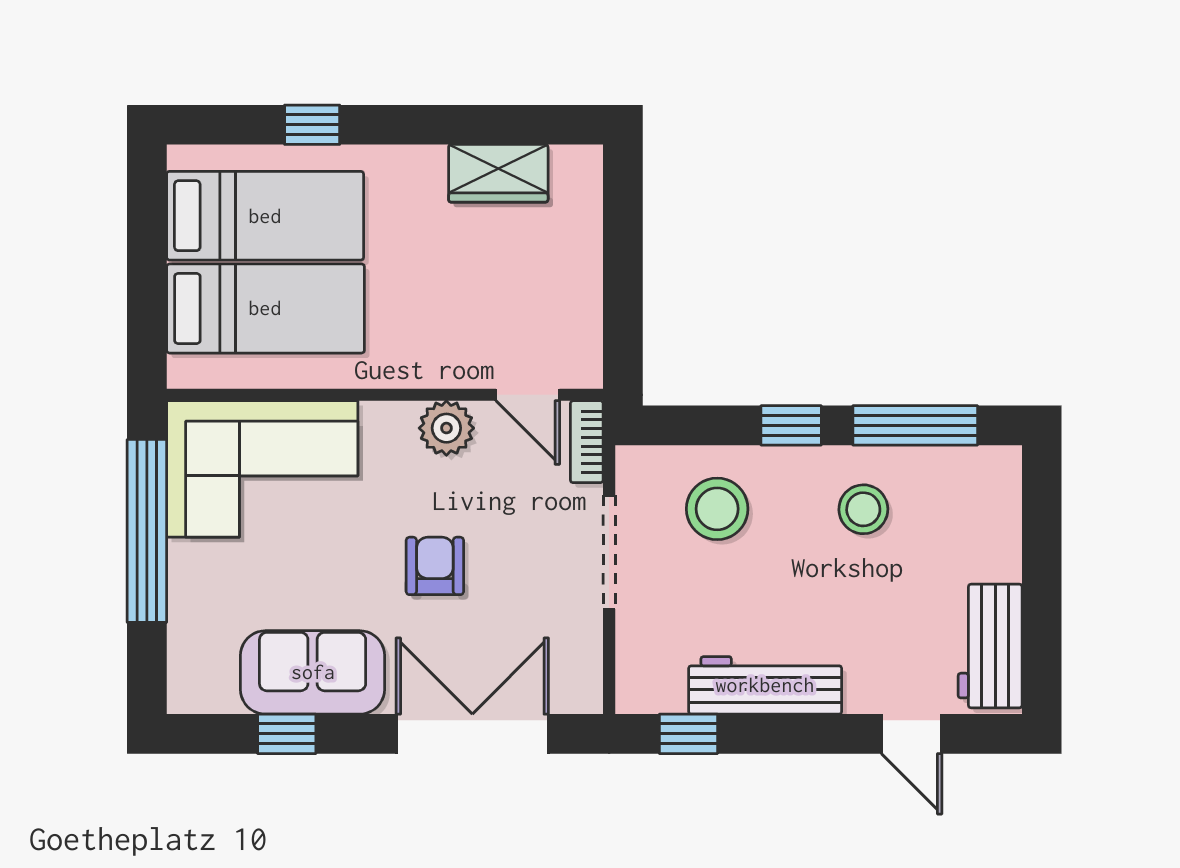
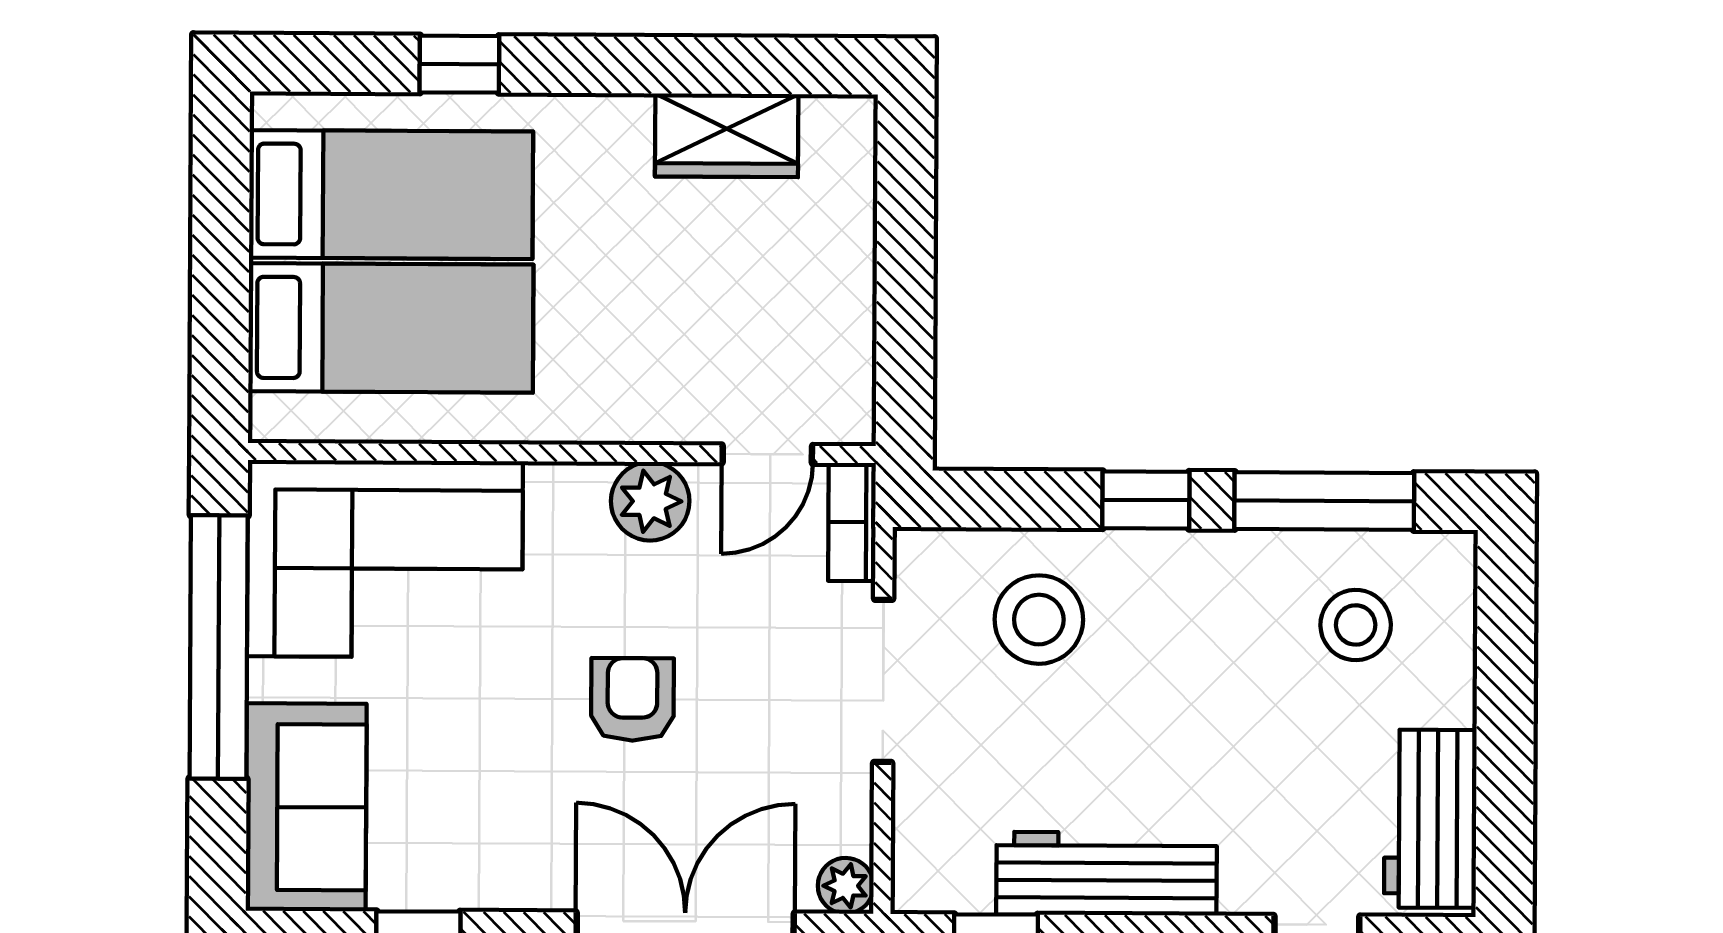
door: (528, 395) -> (767, 454), hinge flipped
stool: (863, 509) -> (1356, 625), moved
sofa: (313, 672) -> (306, 807), moved, turned 90
plant: (584, 695) -> (846, 886), added

